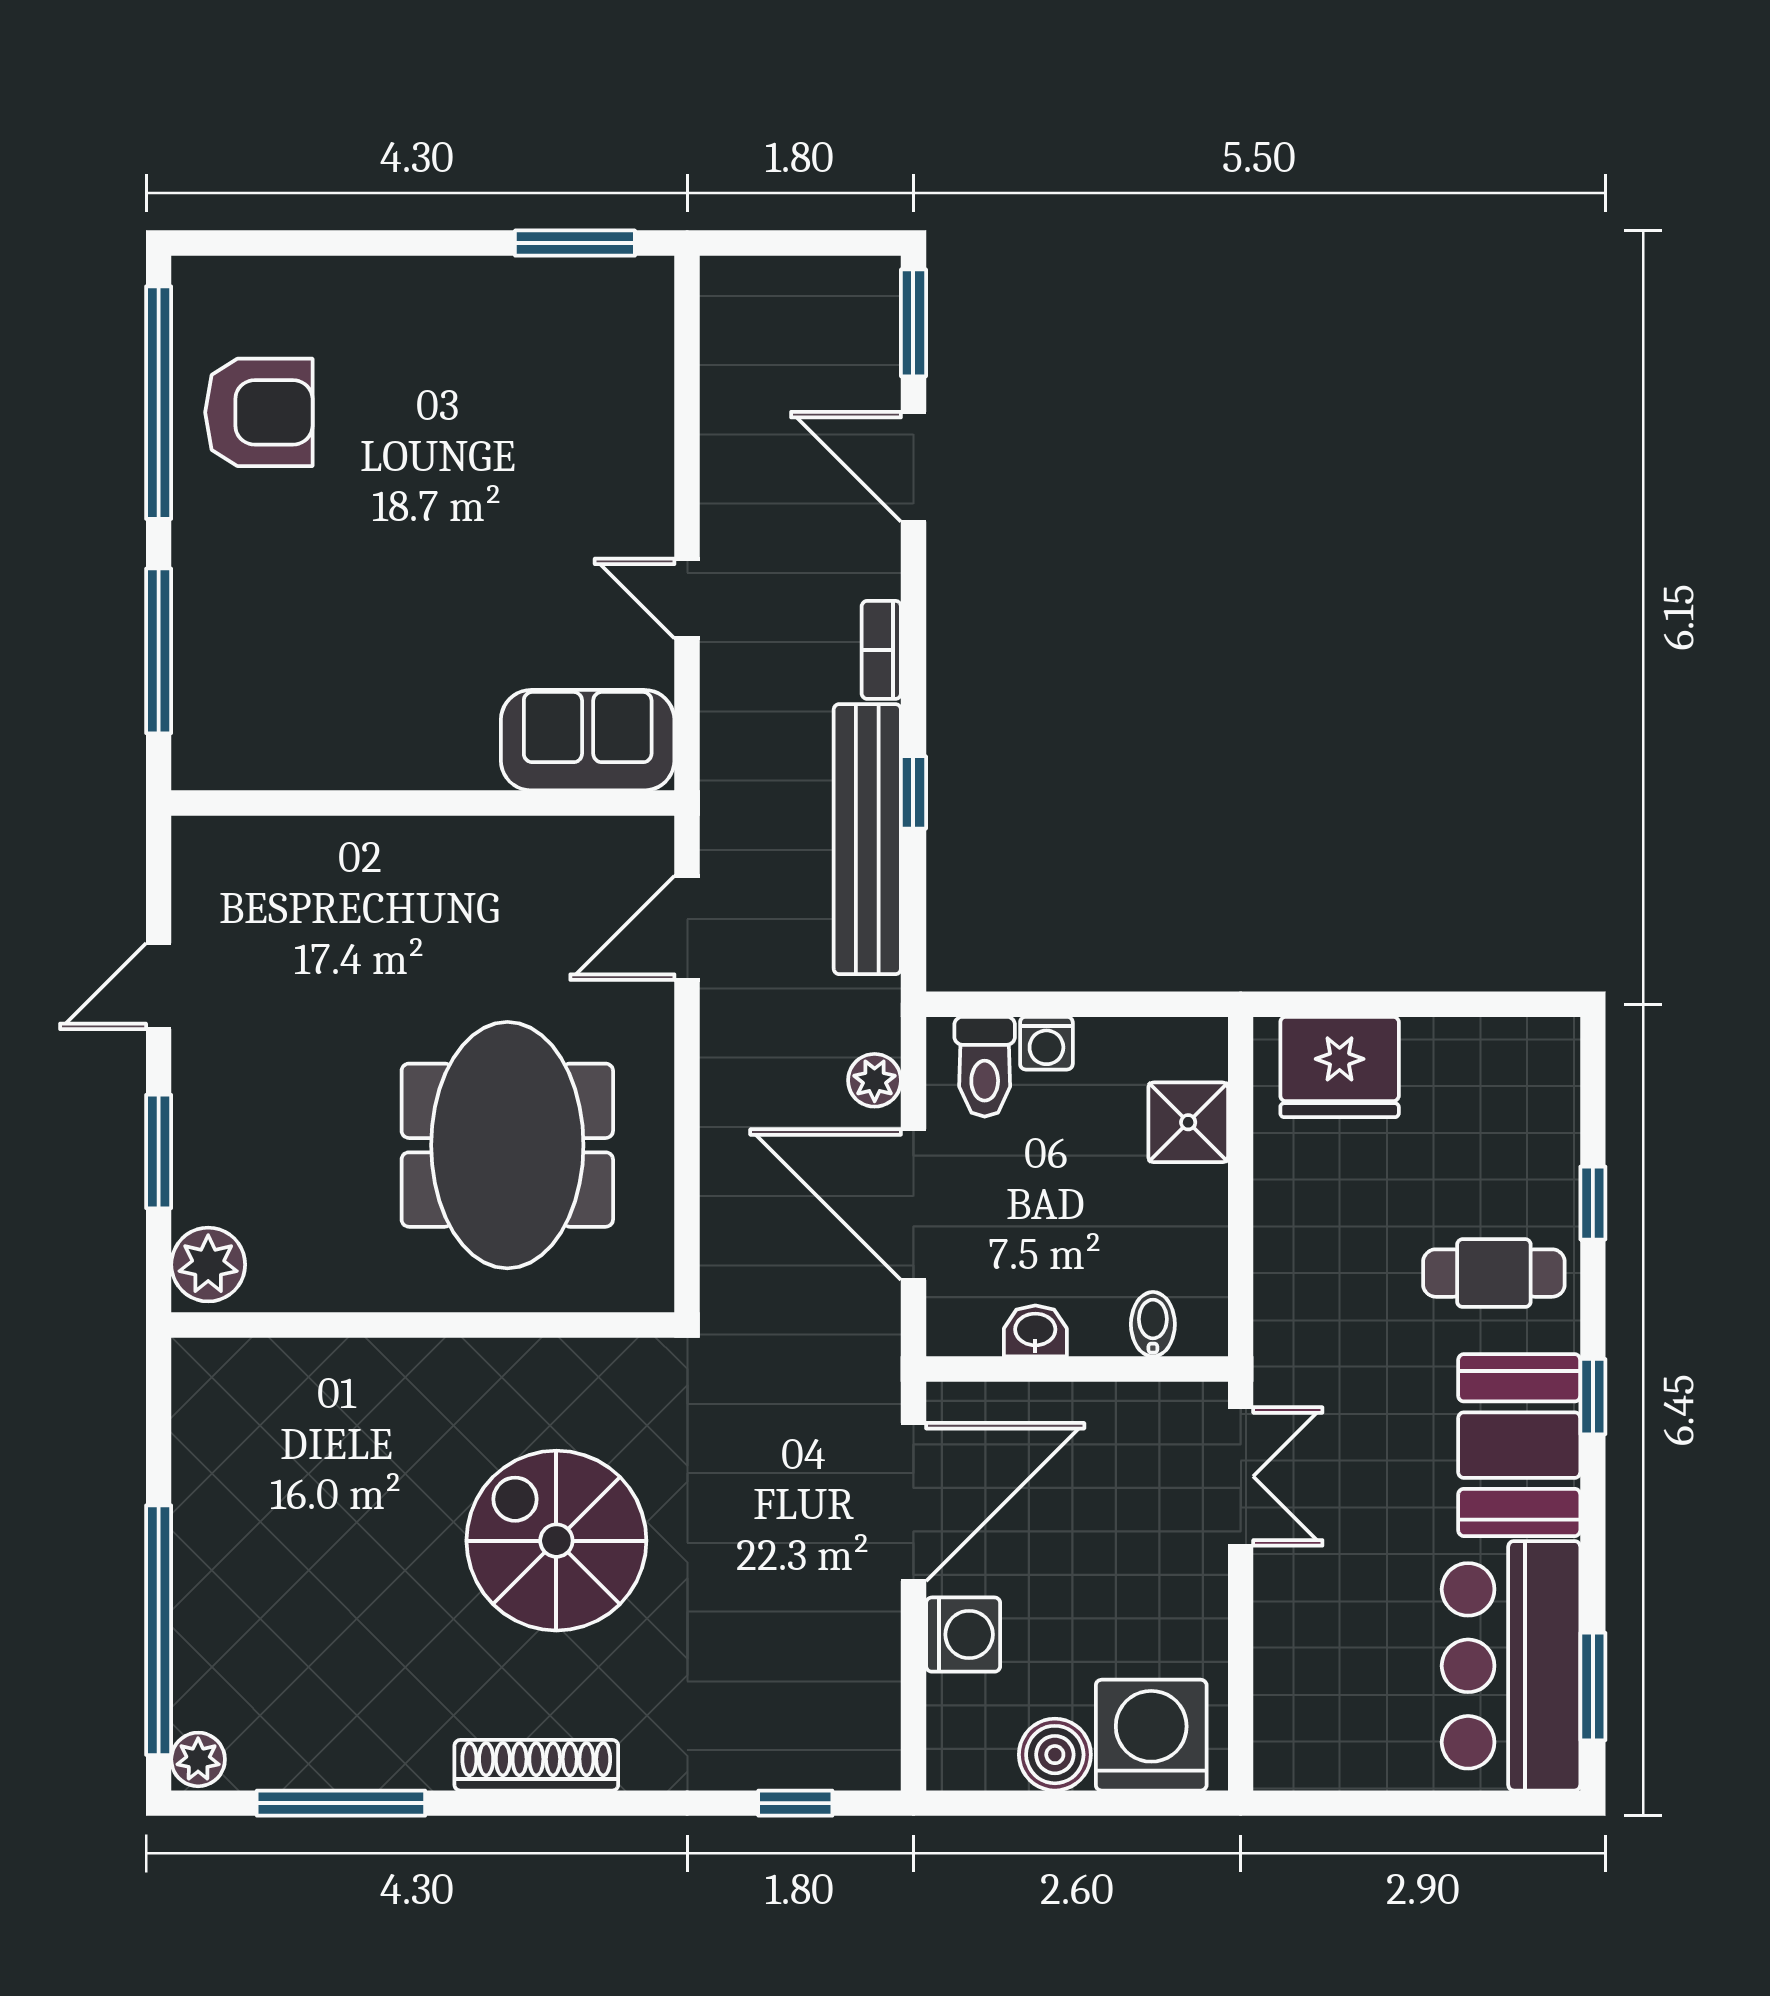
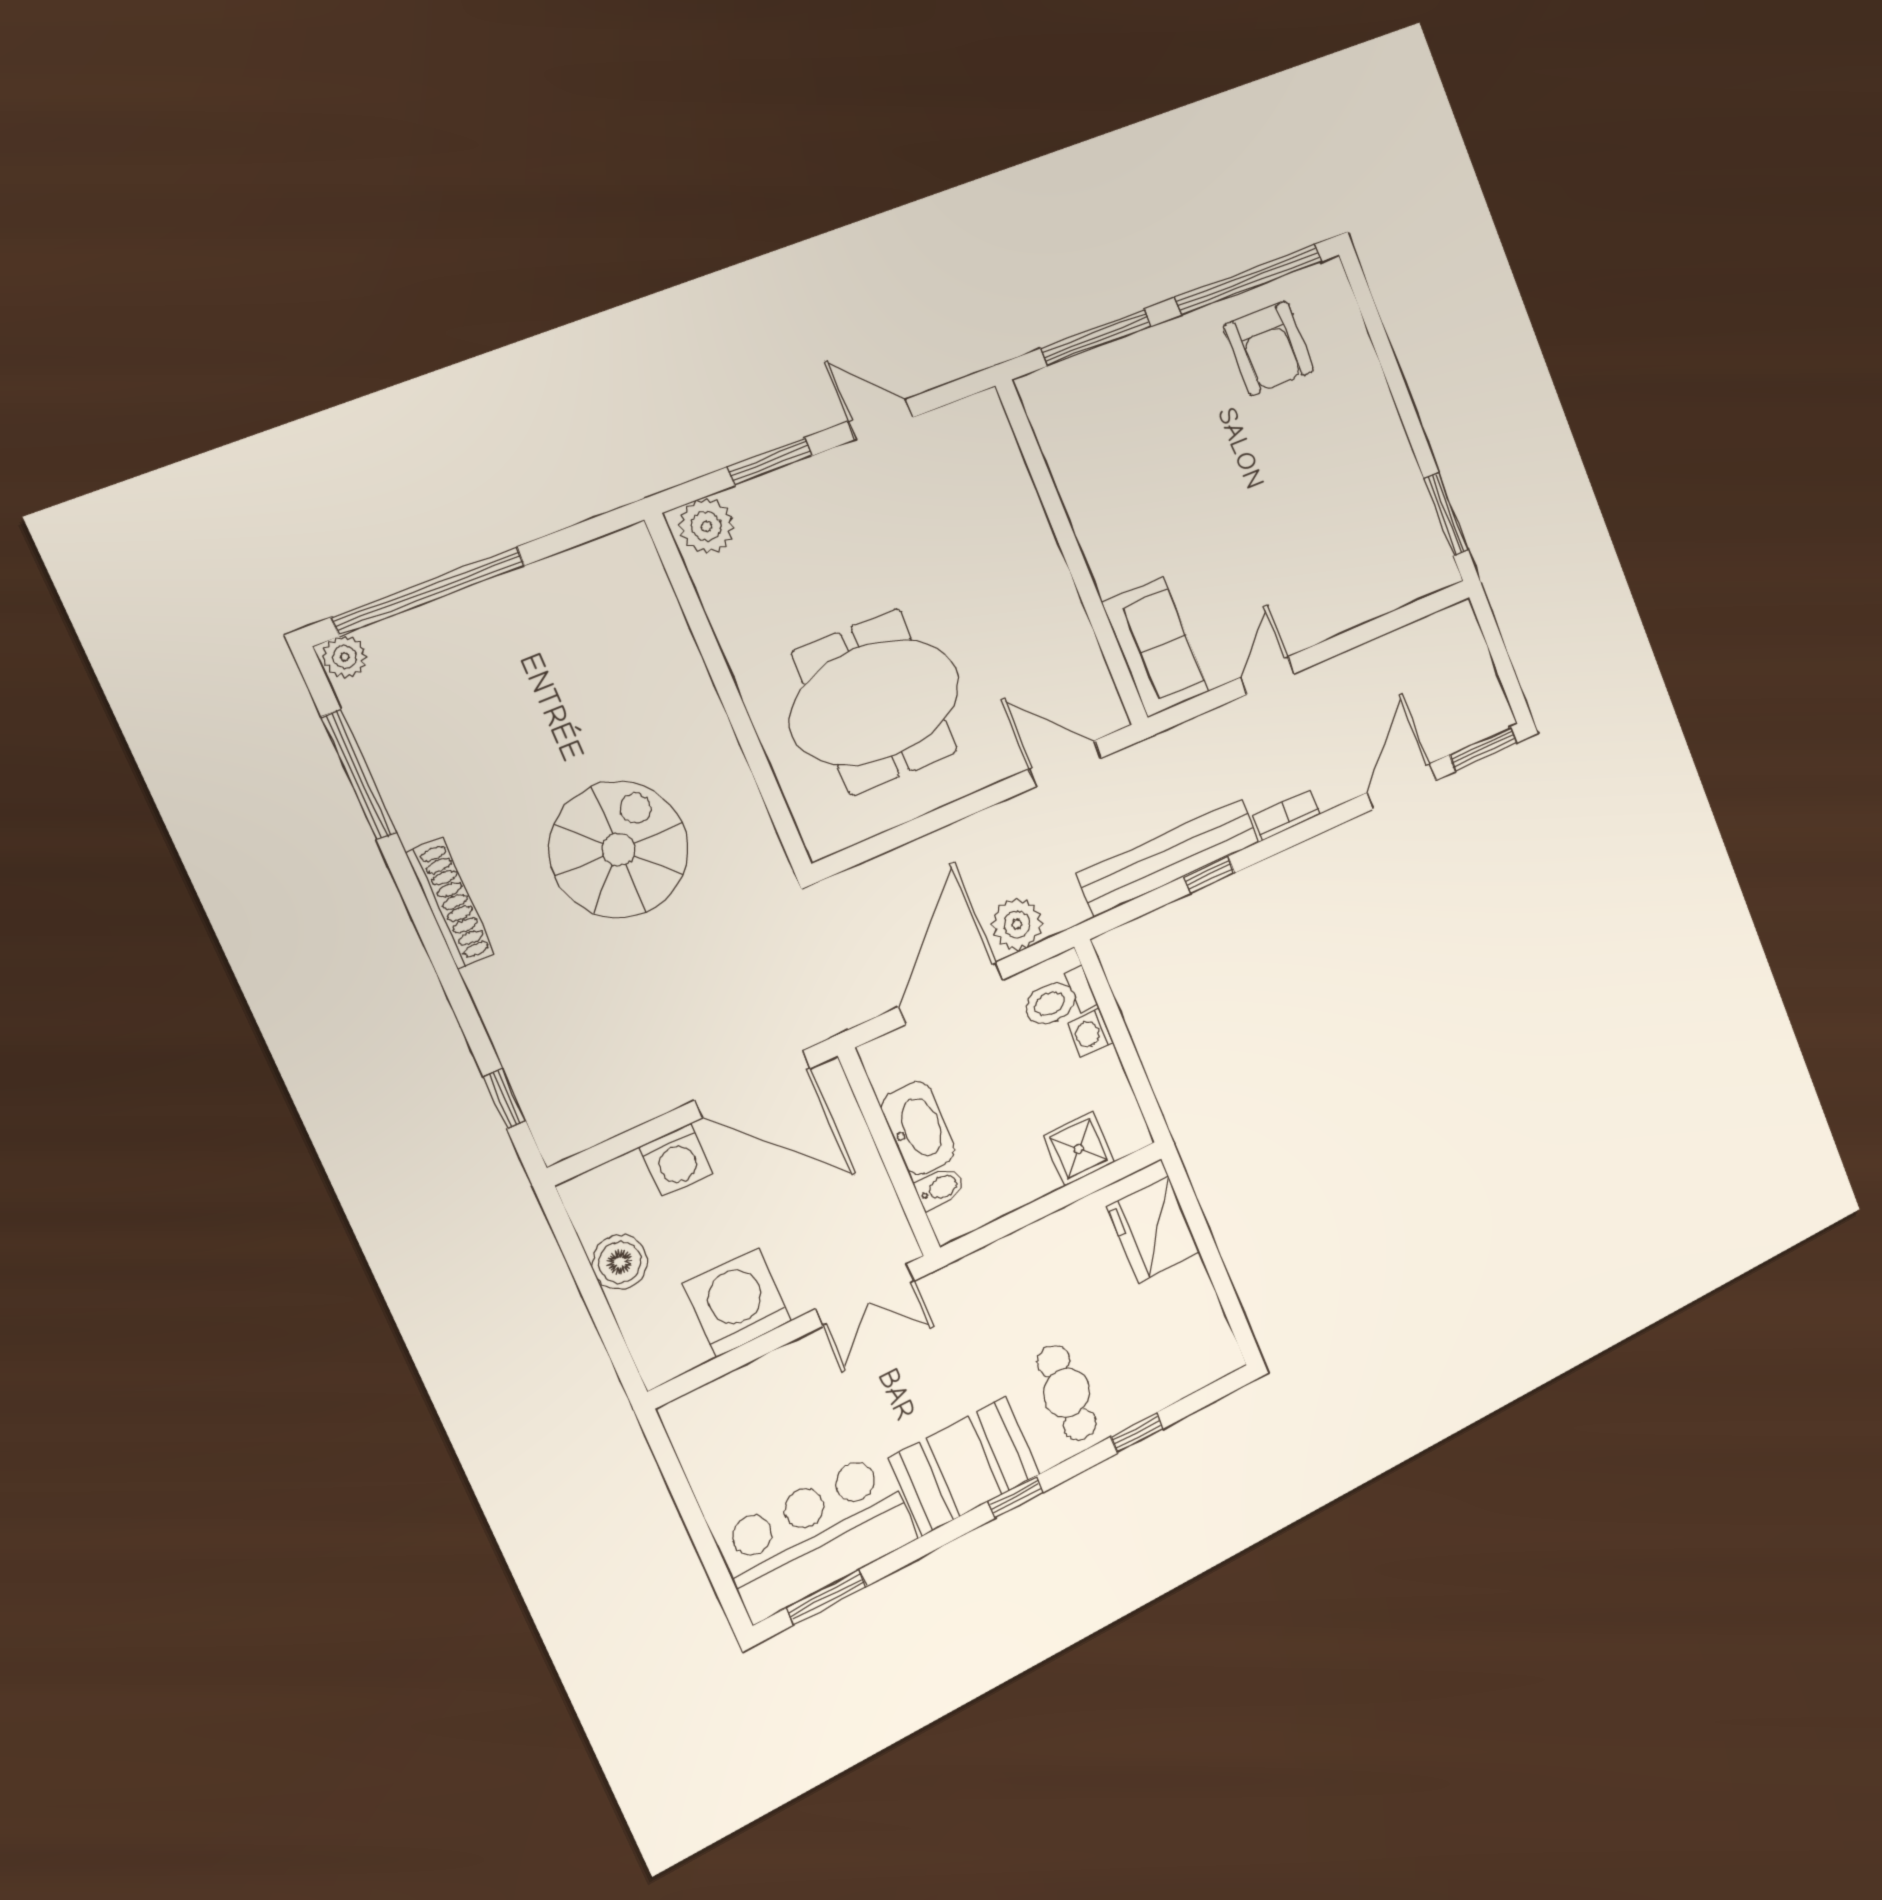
plant: (875, 1080) -> (1017, 924), width x1.38, depth x1.38
washbasin: (1035, 1331) -> (918, 1128), width x1.91, depth x1.45
washing machine: (1151, 1735) -> (737, 1303), moved, turned -90

